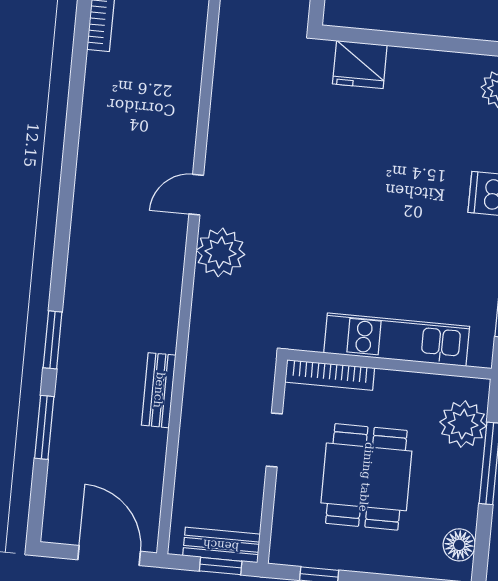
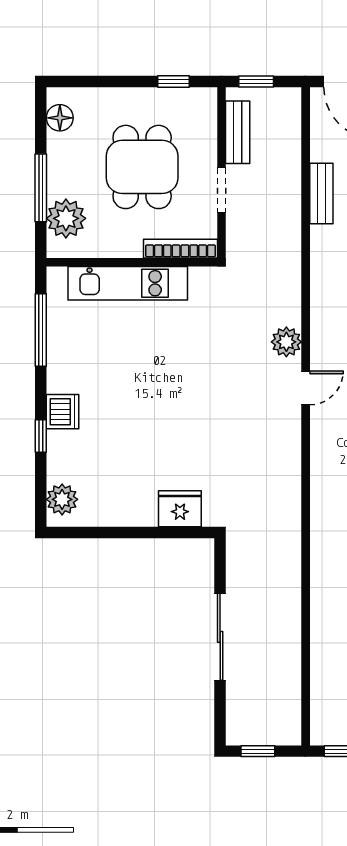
plant: (220, 252) -> (286, 342), width x0.73, depth x0.73
bench: (159, 390) -> (321, 193), moved
bench: (221, 545) -> (238, 132), moved, turned 90

